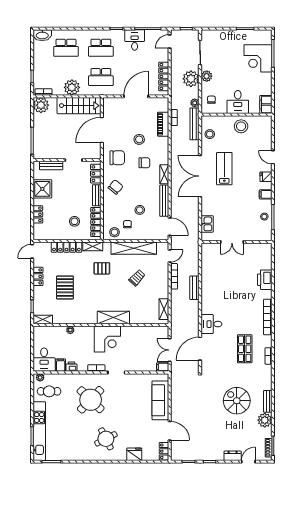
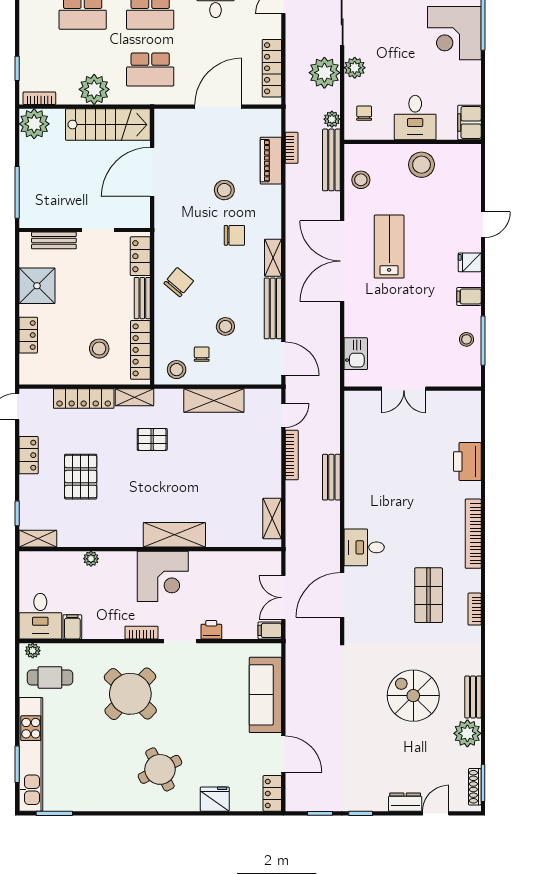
door: (273, 157) -> (483, 225), swing flipped
chair: (117, 158) -> (182, 225), removed
shelving: (134, 248) -> (214, 401), width x0.68
trolley: (137, 278) -> (220, 458), removed
printer: (71, 367) -> (211, 630), moved

